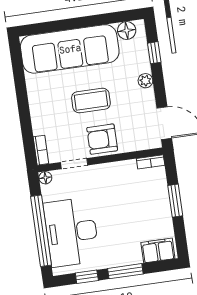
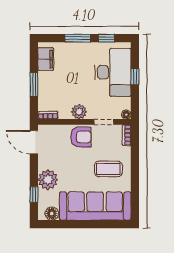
plant: (145, 81) -> (48, 180), width x1.87, depth x1.87
coffee table: (91, 100) -> (108, 169), moved
plant: (109, 173) -> (79, 112), added
window: (41, 231) -> (135, 76), width x0.32
filing cabinet: (158, 250) -> (46, 59), moved, turned -90

